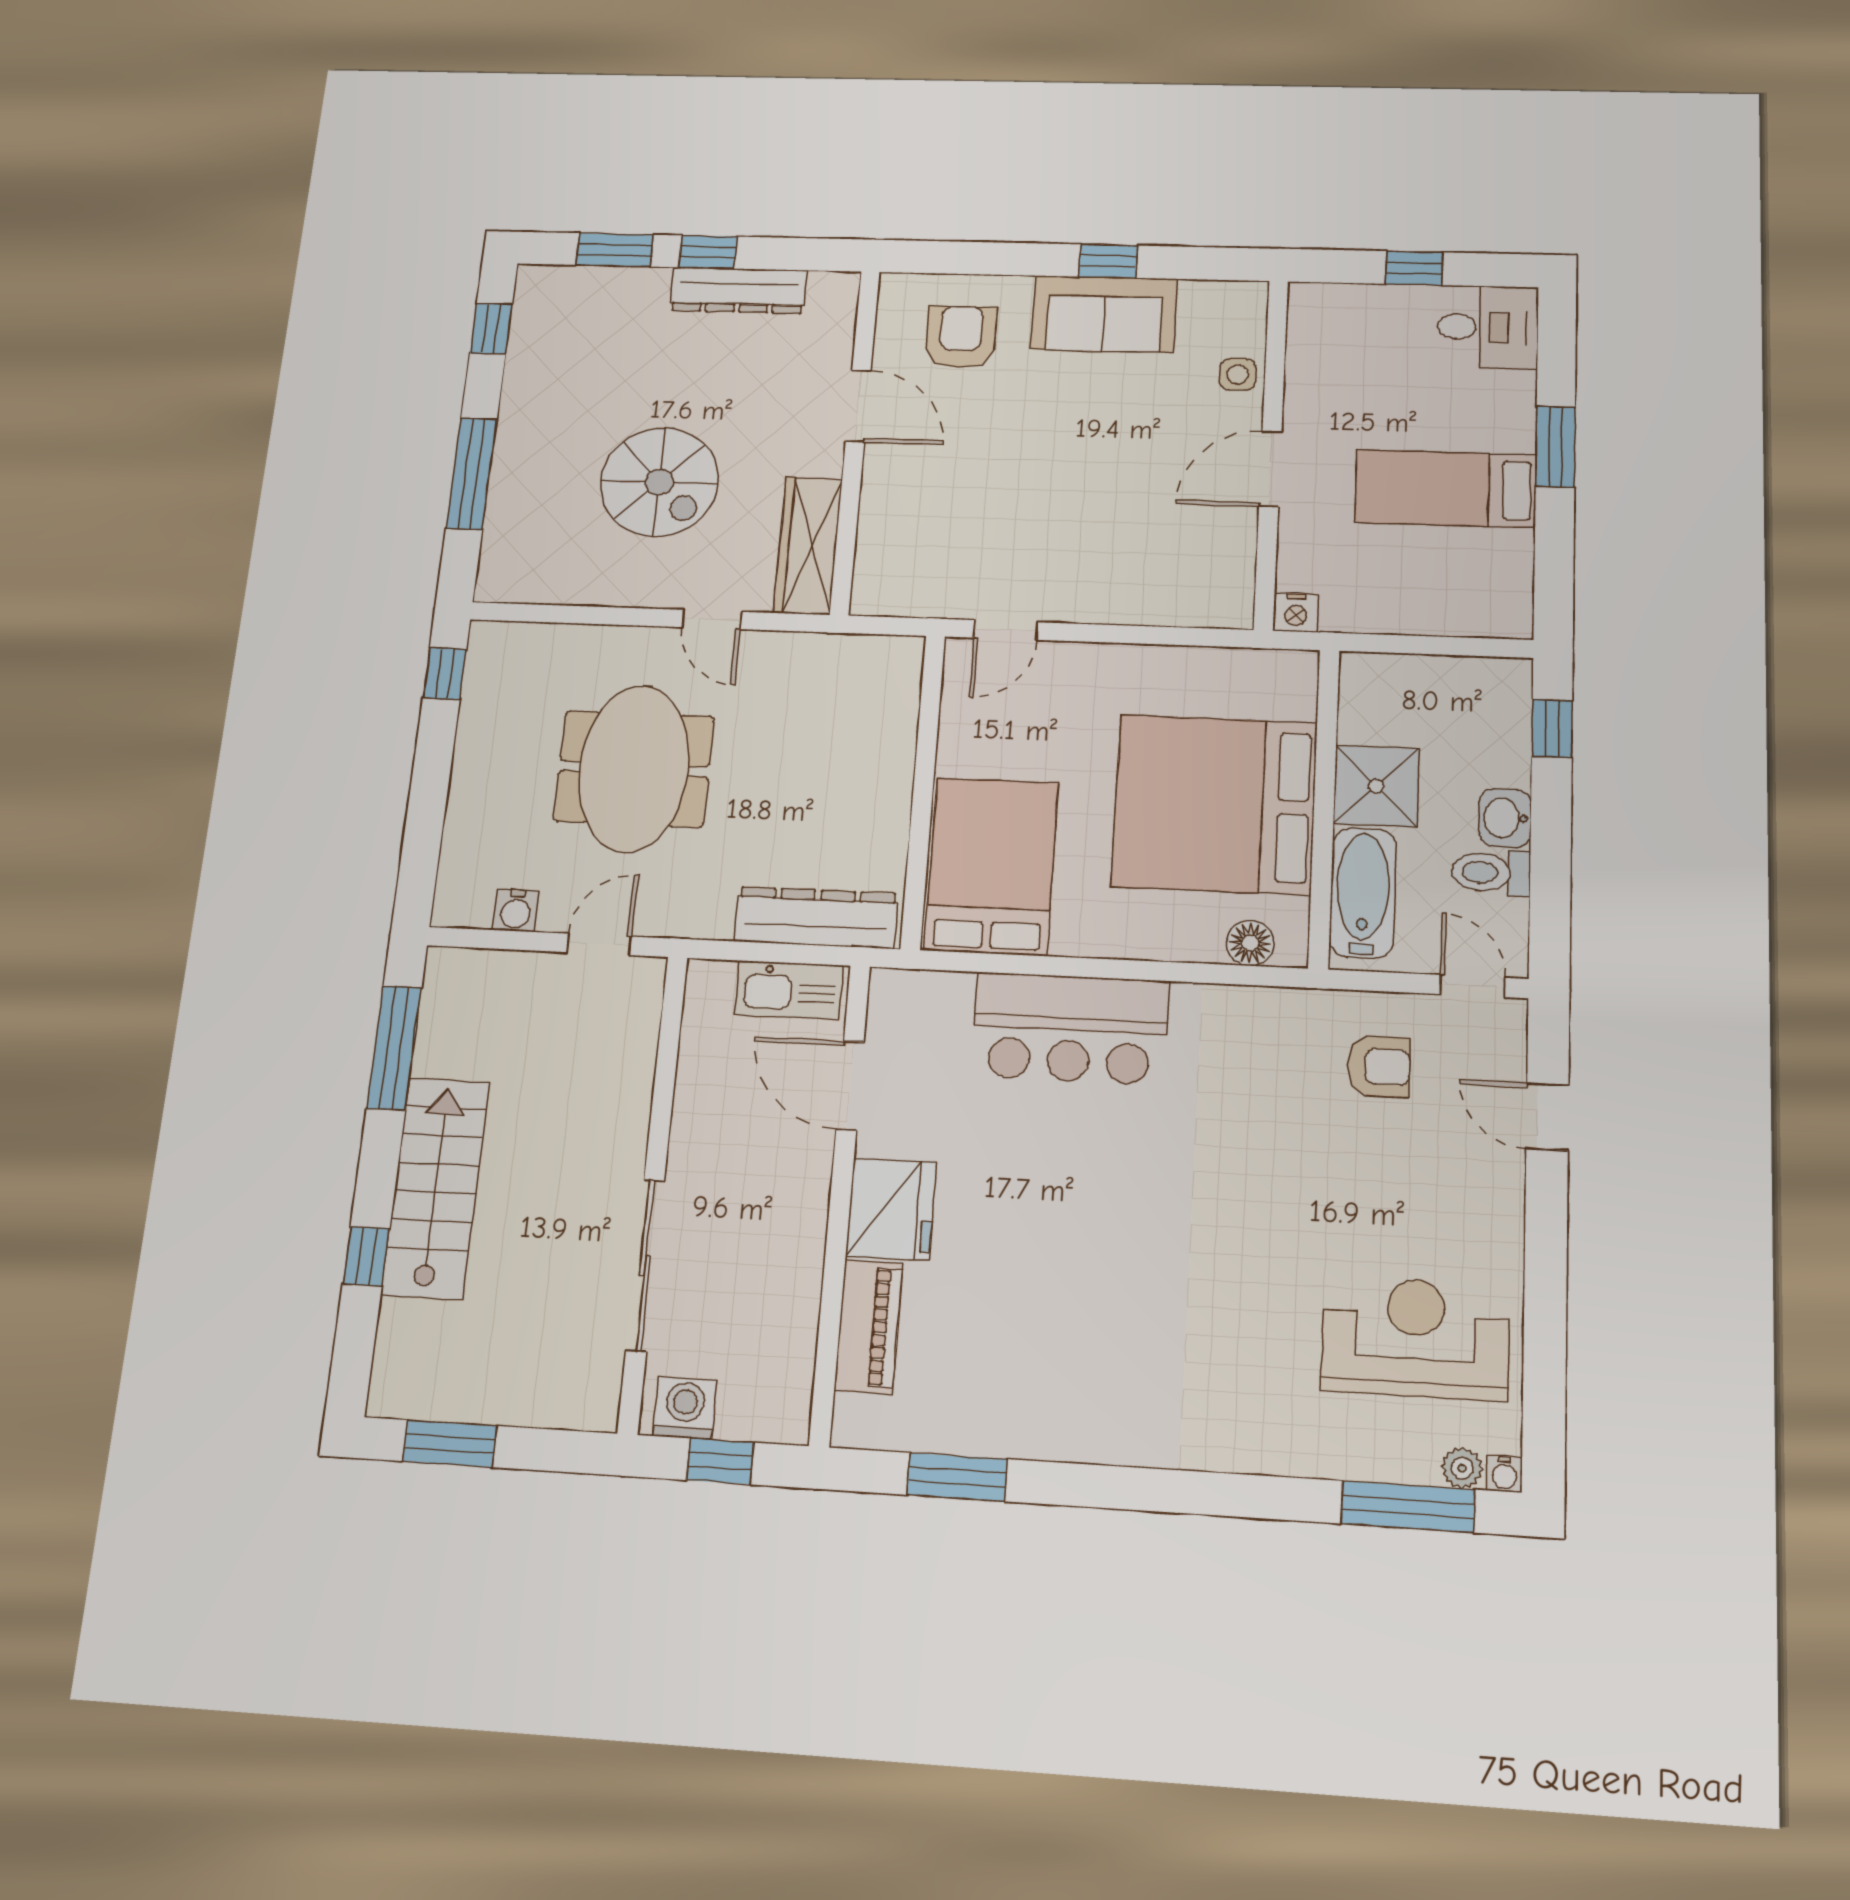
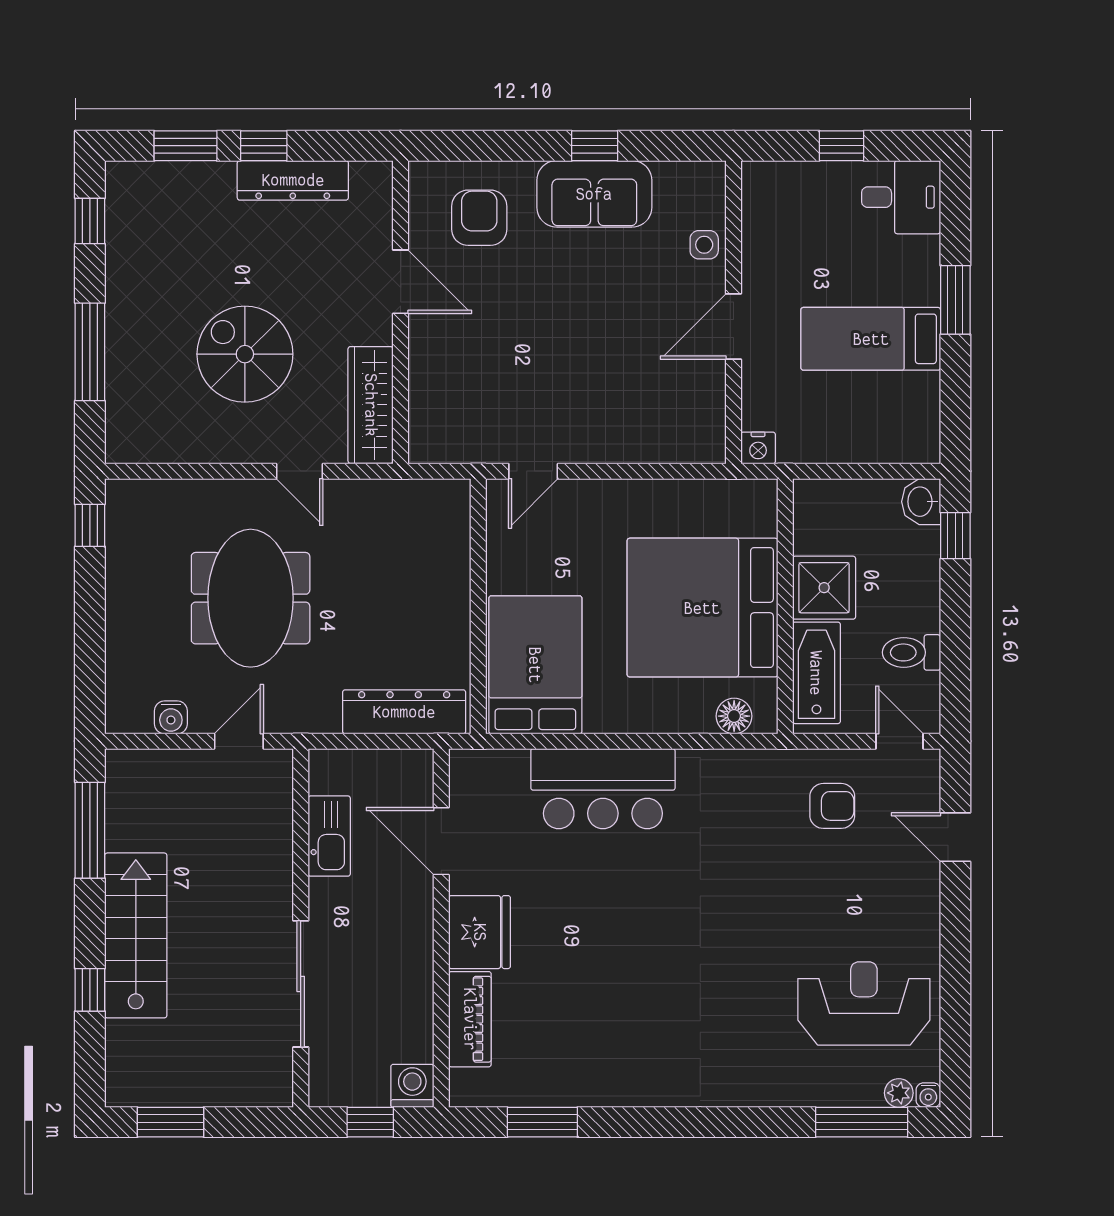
spiral stairs: (659, 482) -> (245, 354), turned 180
washbasin: (1505, 818) -> (921, 502), moved
kitchen sink: (789, 990) -> (329, 836), moved, turned -90
washing machine: (685, 1408) -> (412, 1086), moved

